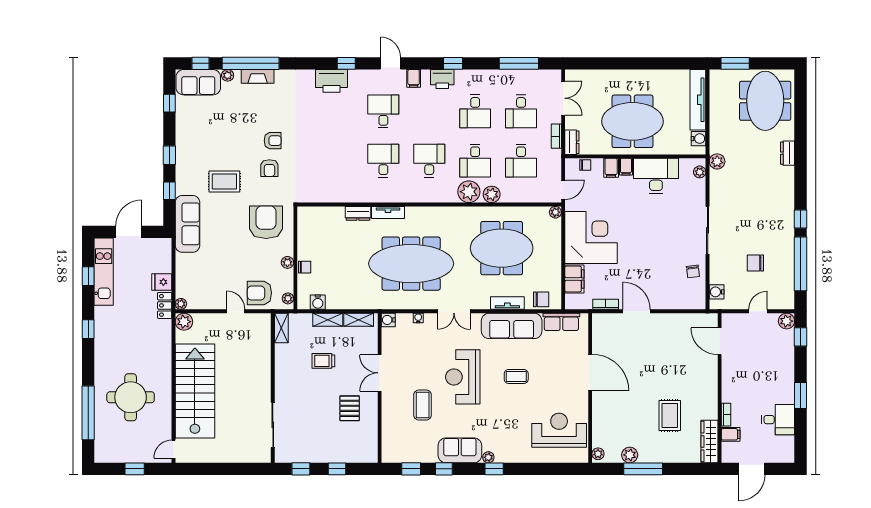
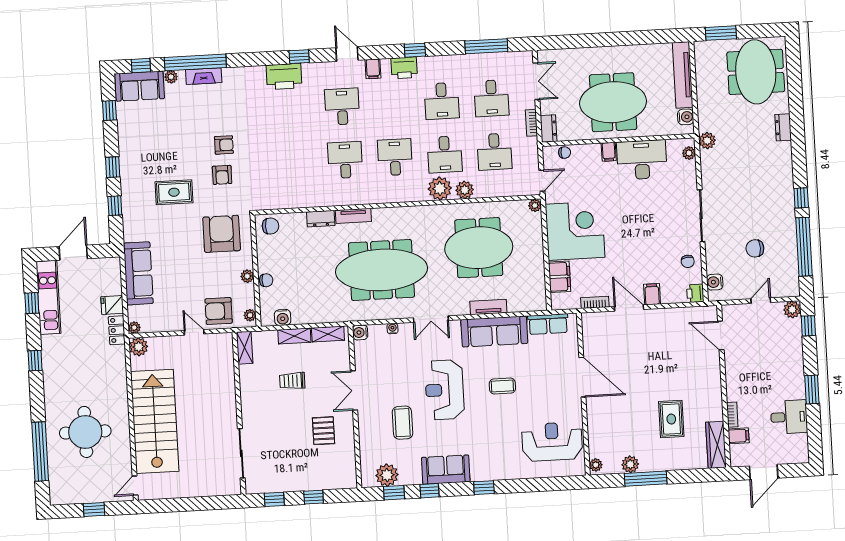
filing cabinet: (611, 168) -> (652, 294), moved, turned 180
sofa: (187, 224) -> (138, 273), moved
chair: (541, 299) -> (270, 226), moved
printer: (698, 301) -> (695, 293), added
plant: (488, 457) -> (387, 475), moved, width x1.87, depth x1.87

